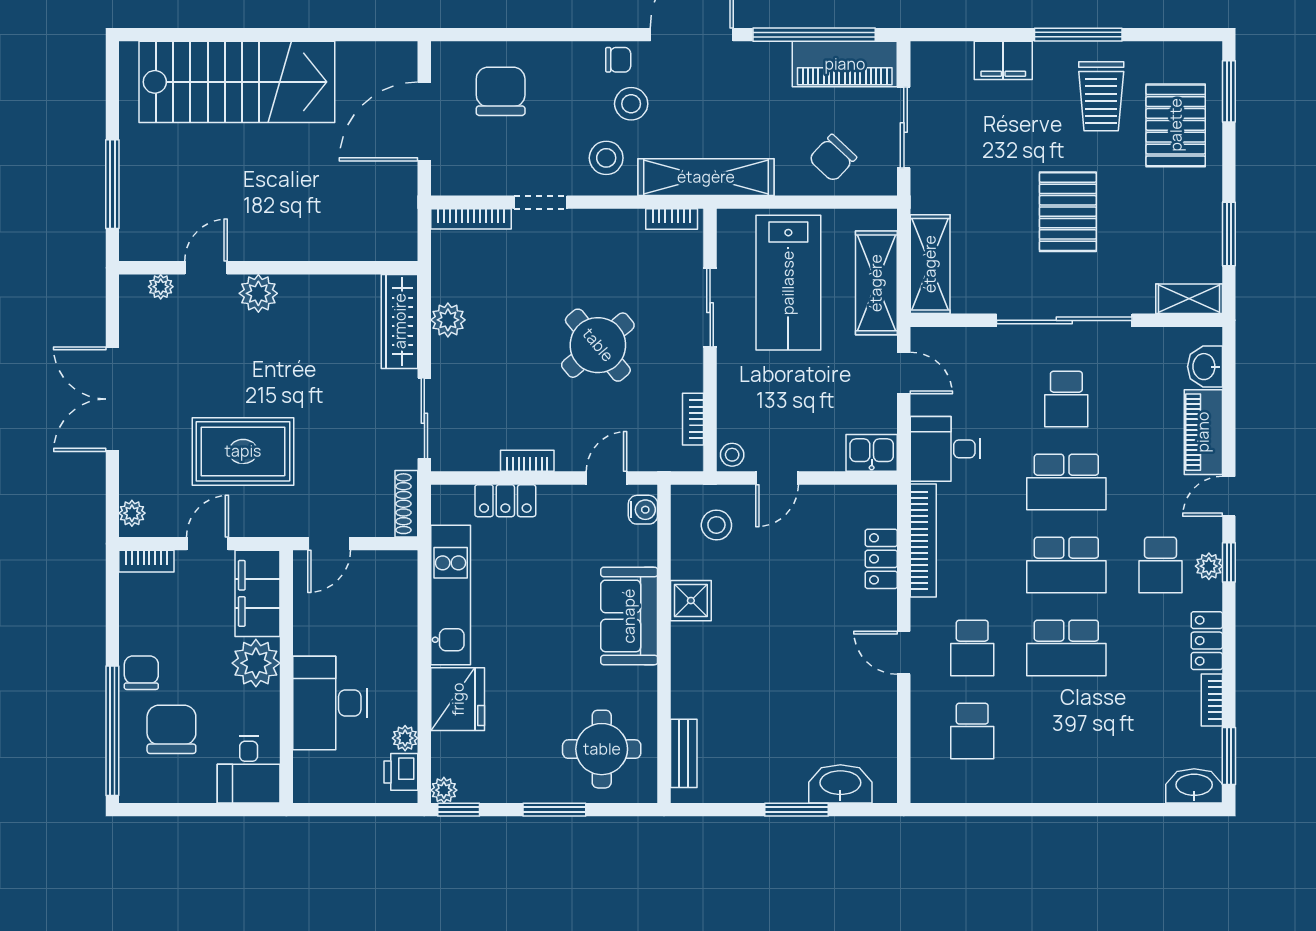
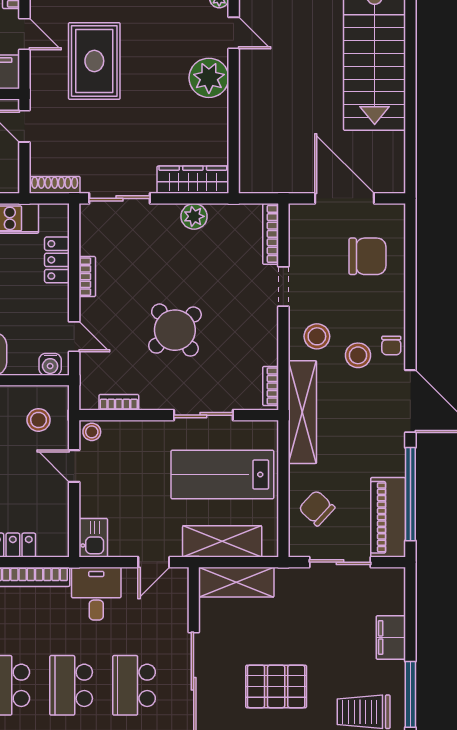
plant: (258, 293) -> (209, 78), width x1.36, depth x1.36
school desk: (1066, 399) -> (134, 685), width x1.85

